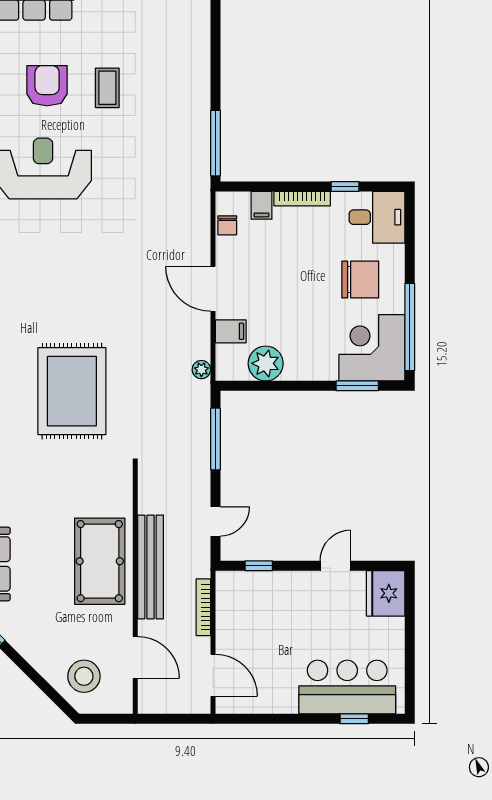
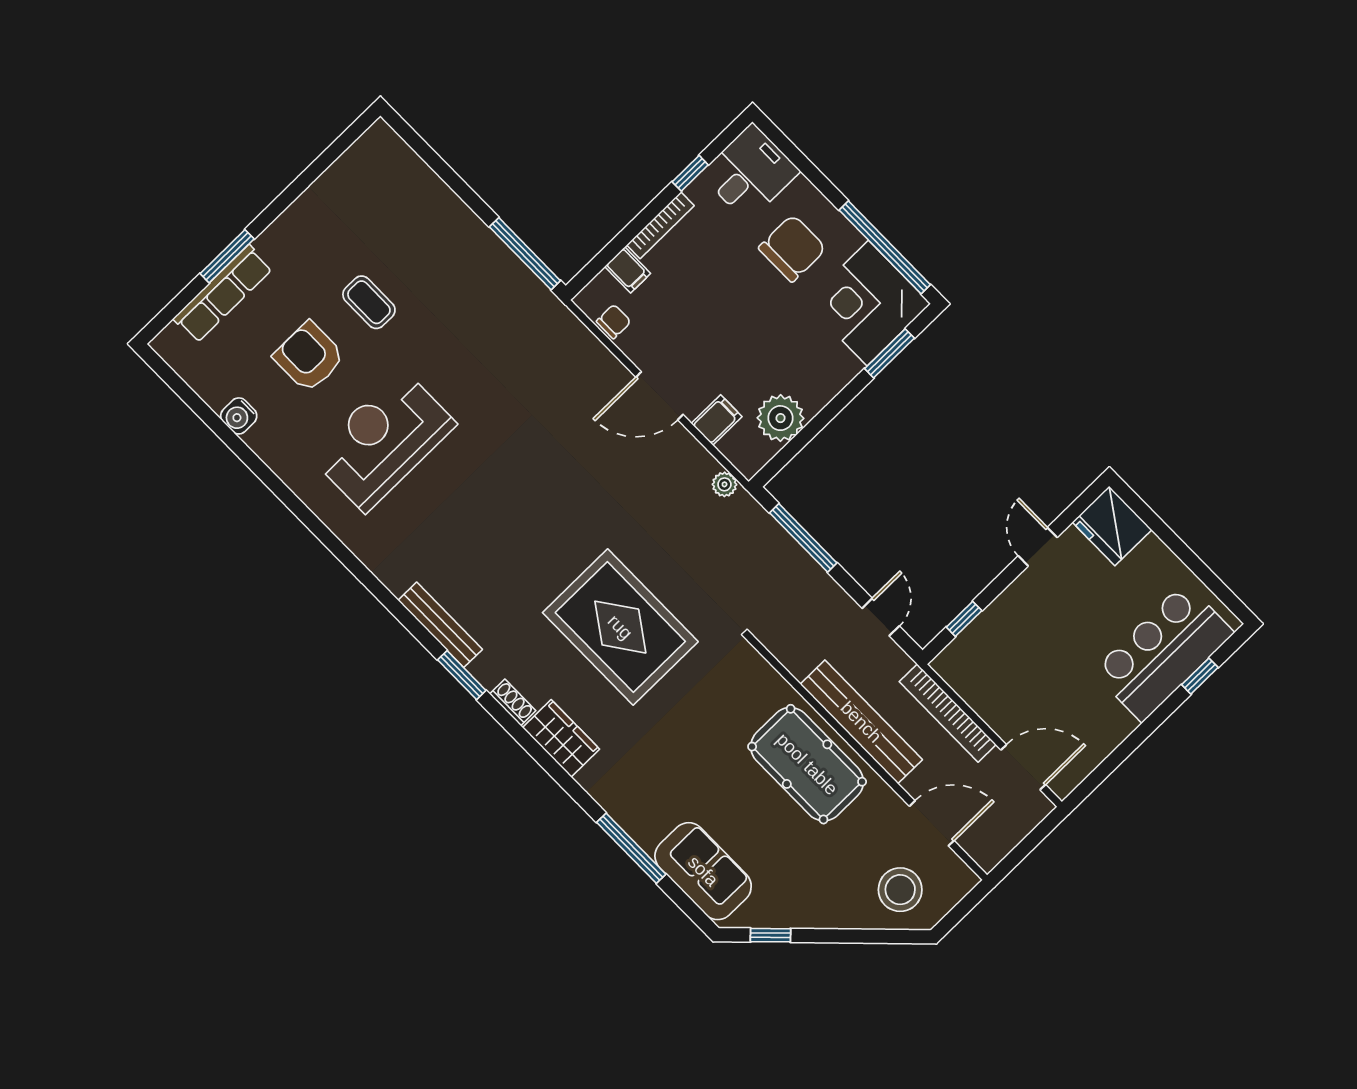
chair: (227, 225) -> (614, 322), turned -90
bookcase: (203, 607) -> (948, 713), width x1.48, depth x1.31

